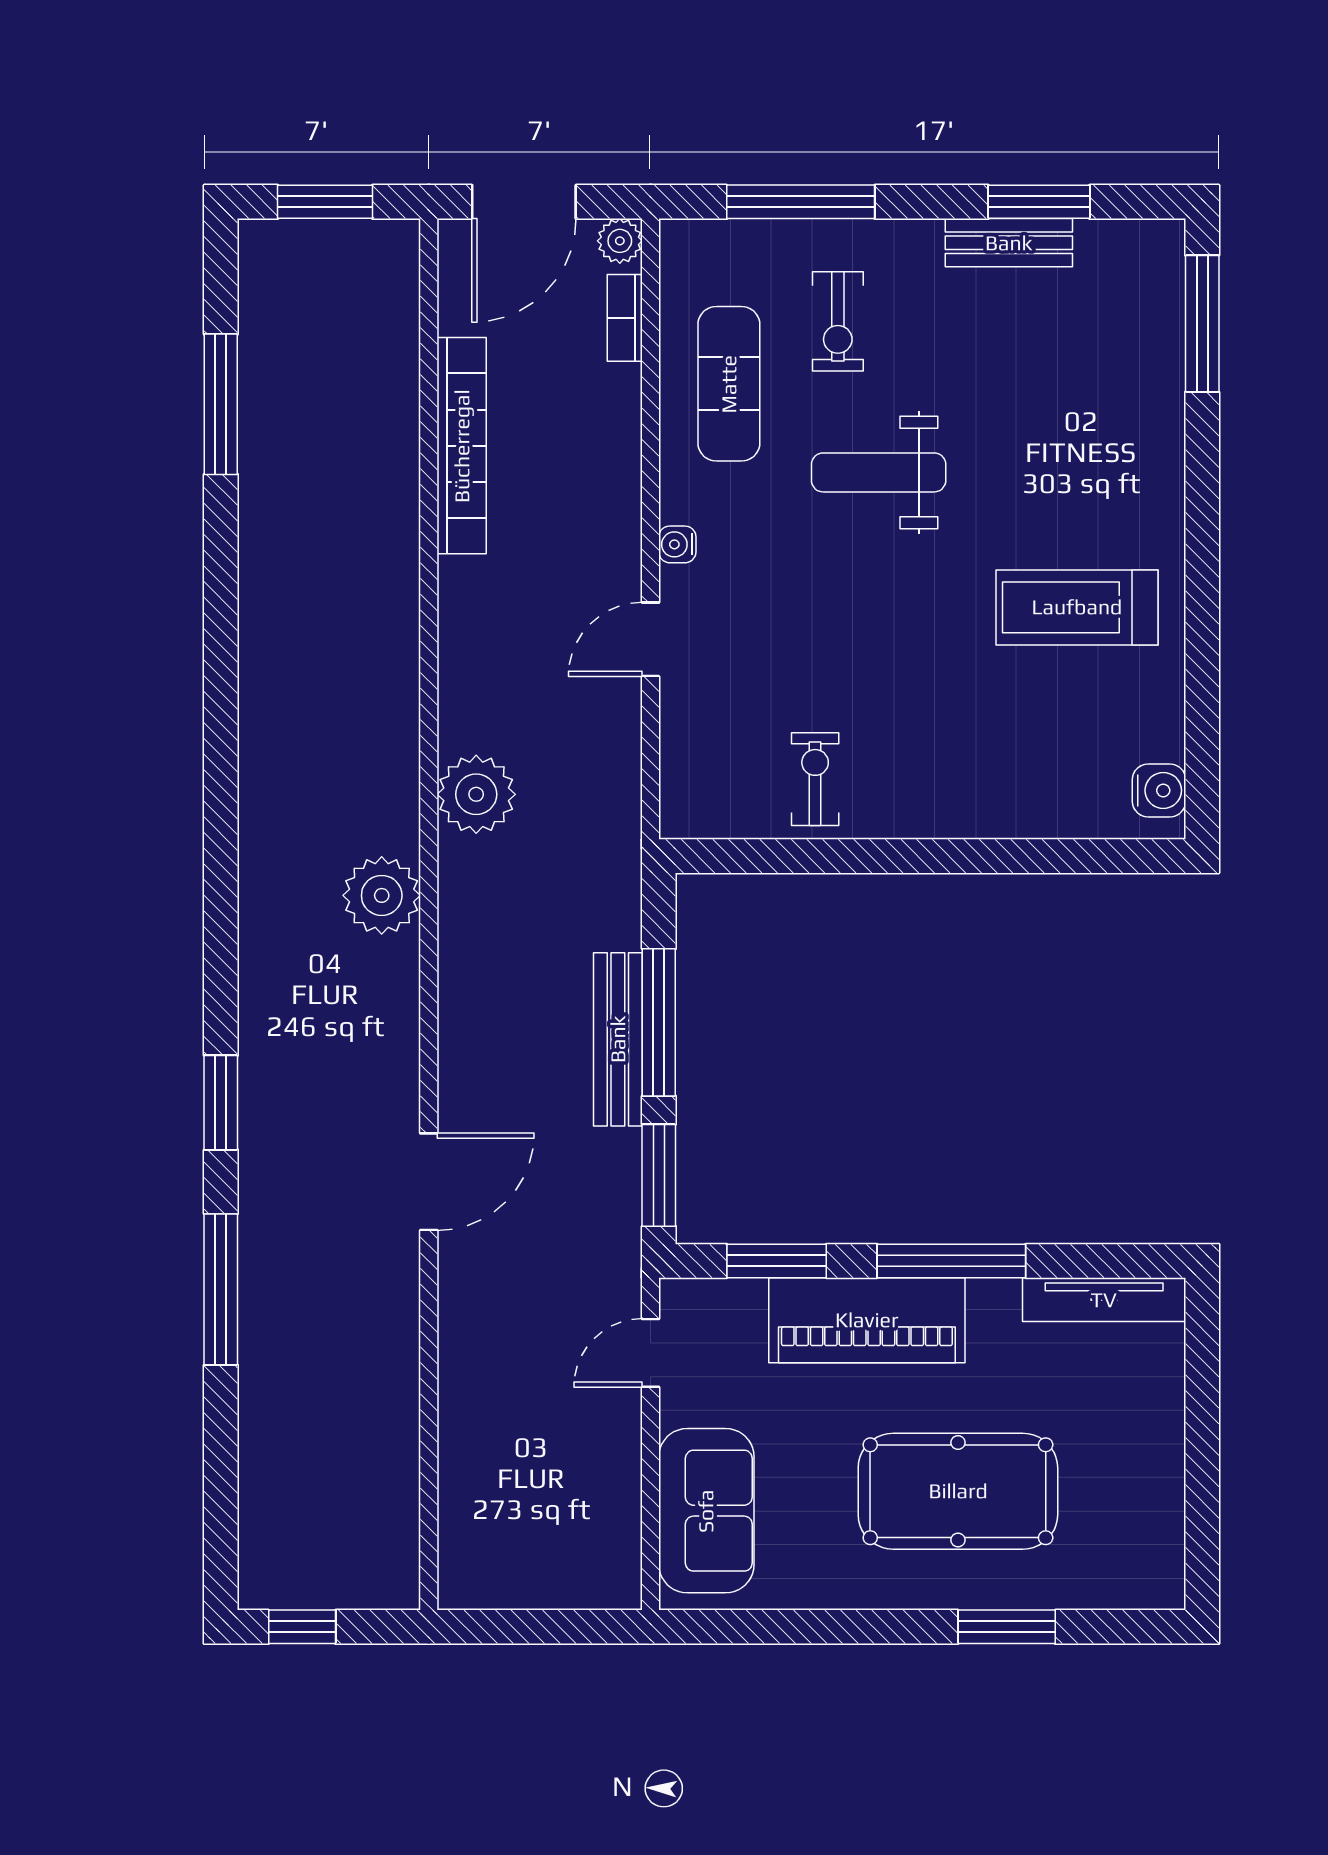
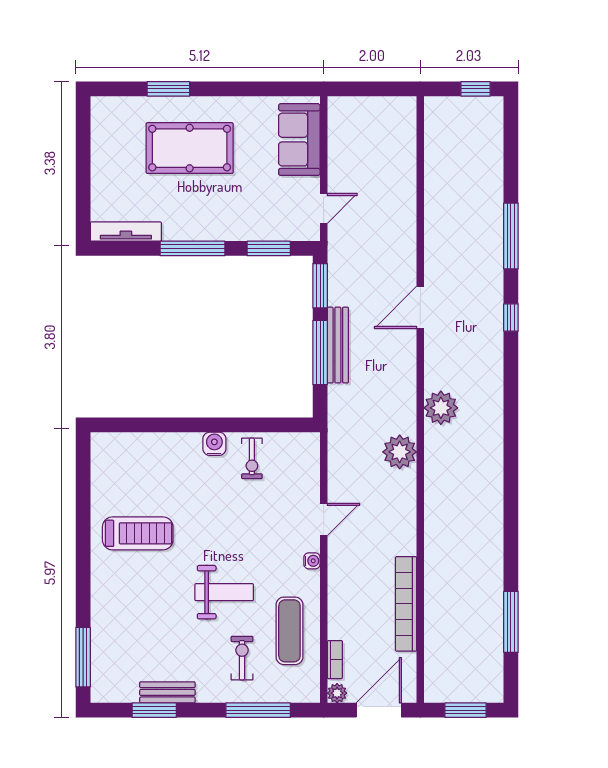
water cooler: (1159, 790) -> (214, 444), moved, turned 90
window: (221, 1103) -> (511, 317), width x0.67
door: (429, 1182) -> (420, 307), moved
piano: (867, 1320) -> (229, 223), removed

